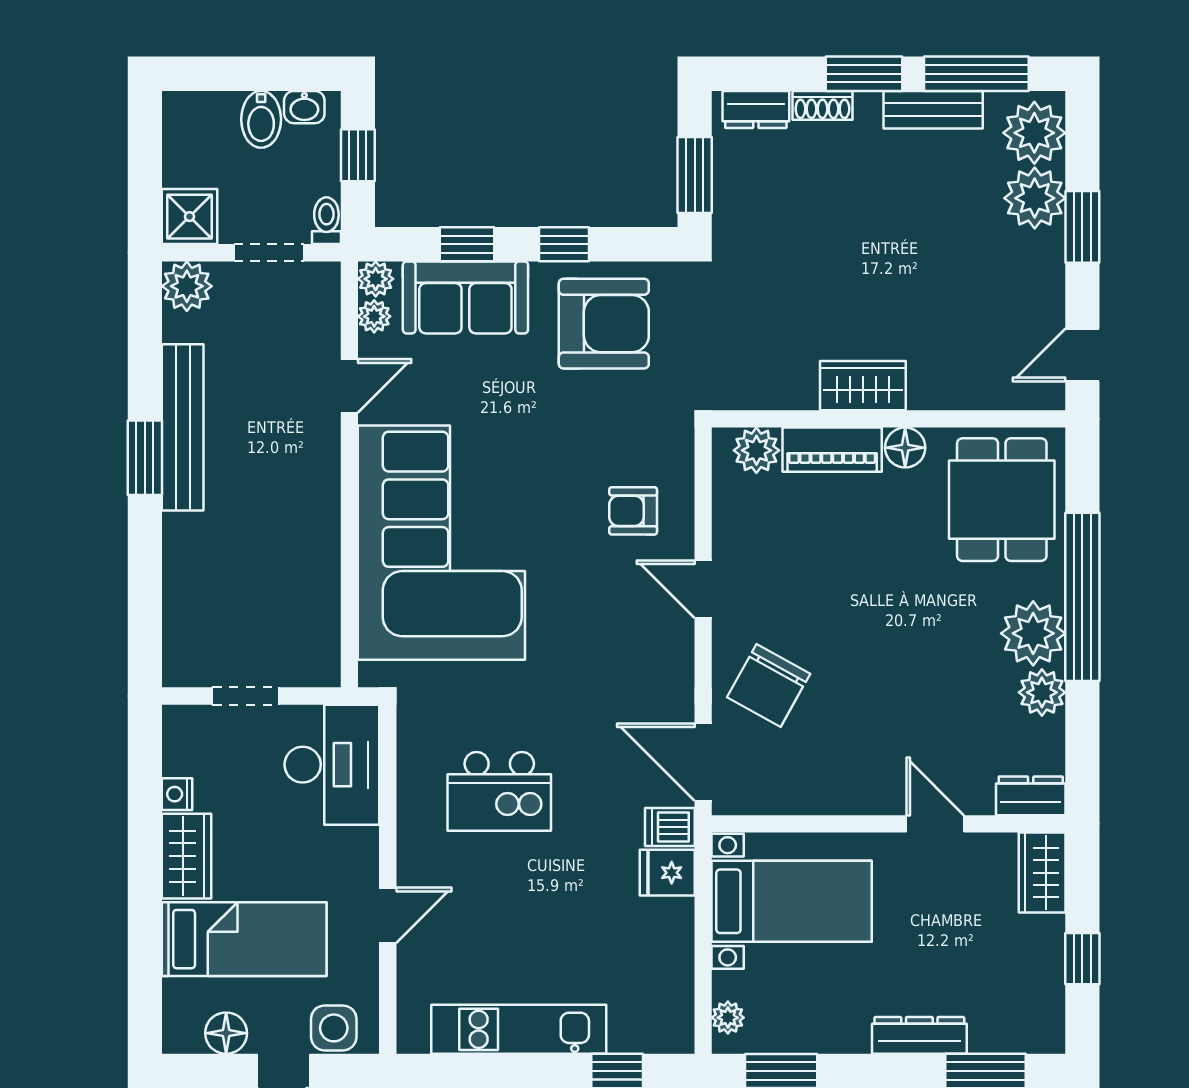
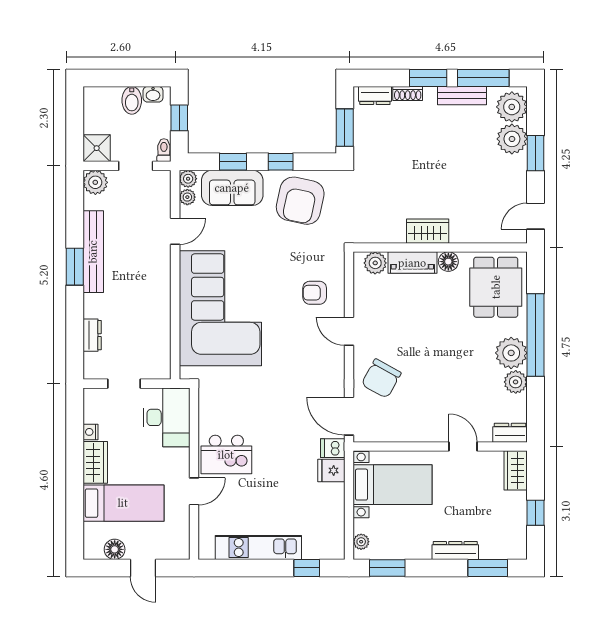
armchair: (604, 324) -> (300, 201), turned 102
dresser: (180, 597) -> (92, 335), added
kitchen island: (499, 791) -> (226, 455), moved
side table: (334, 1028) -> (167, 547), removed

